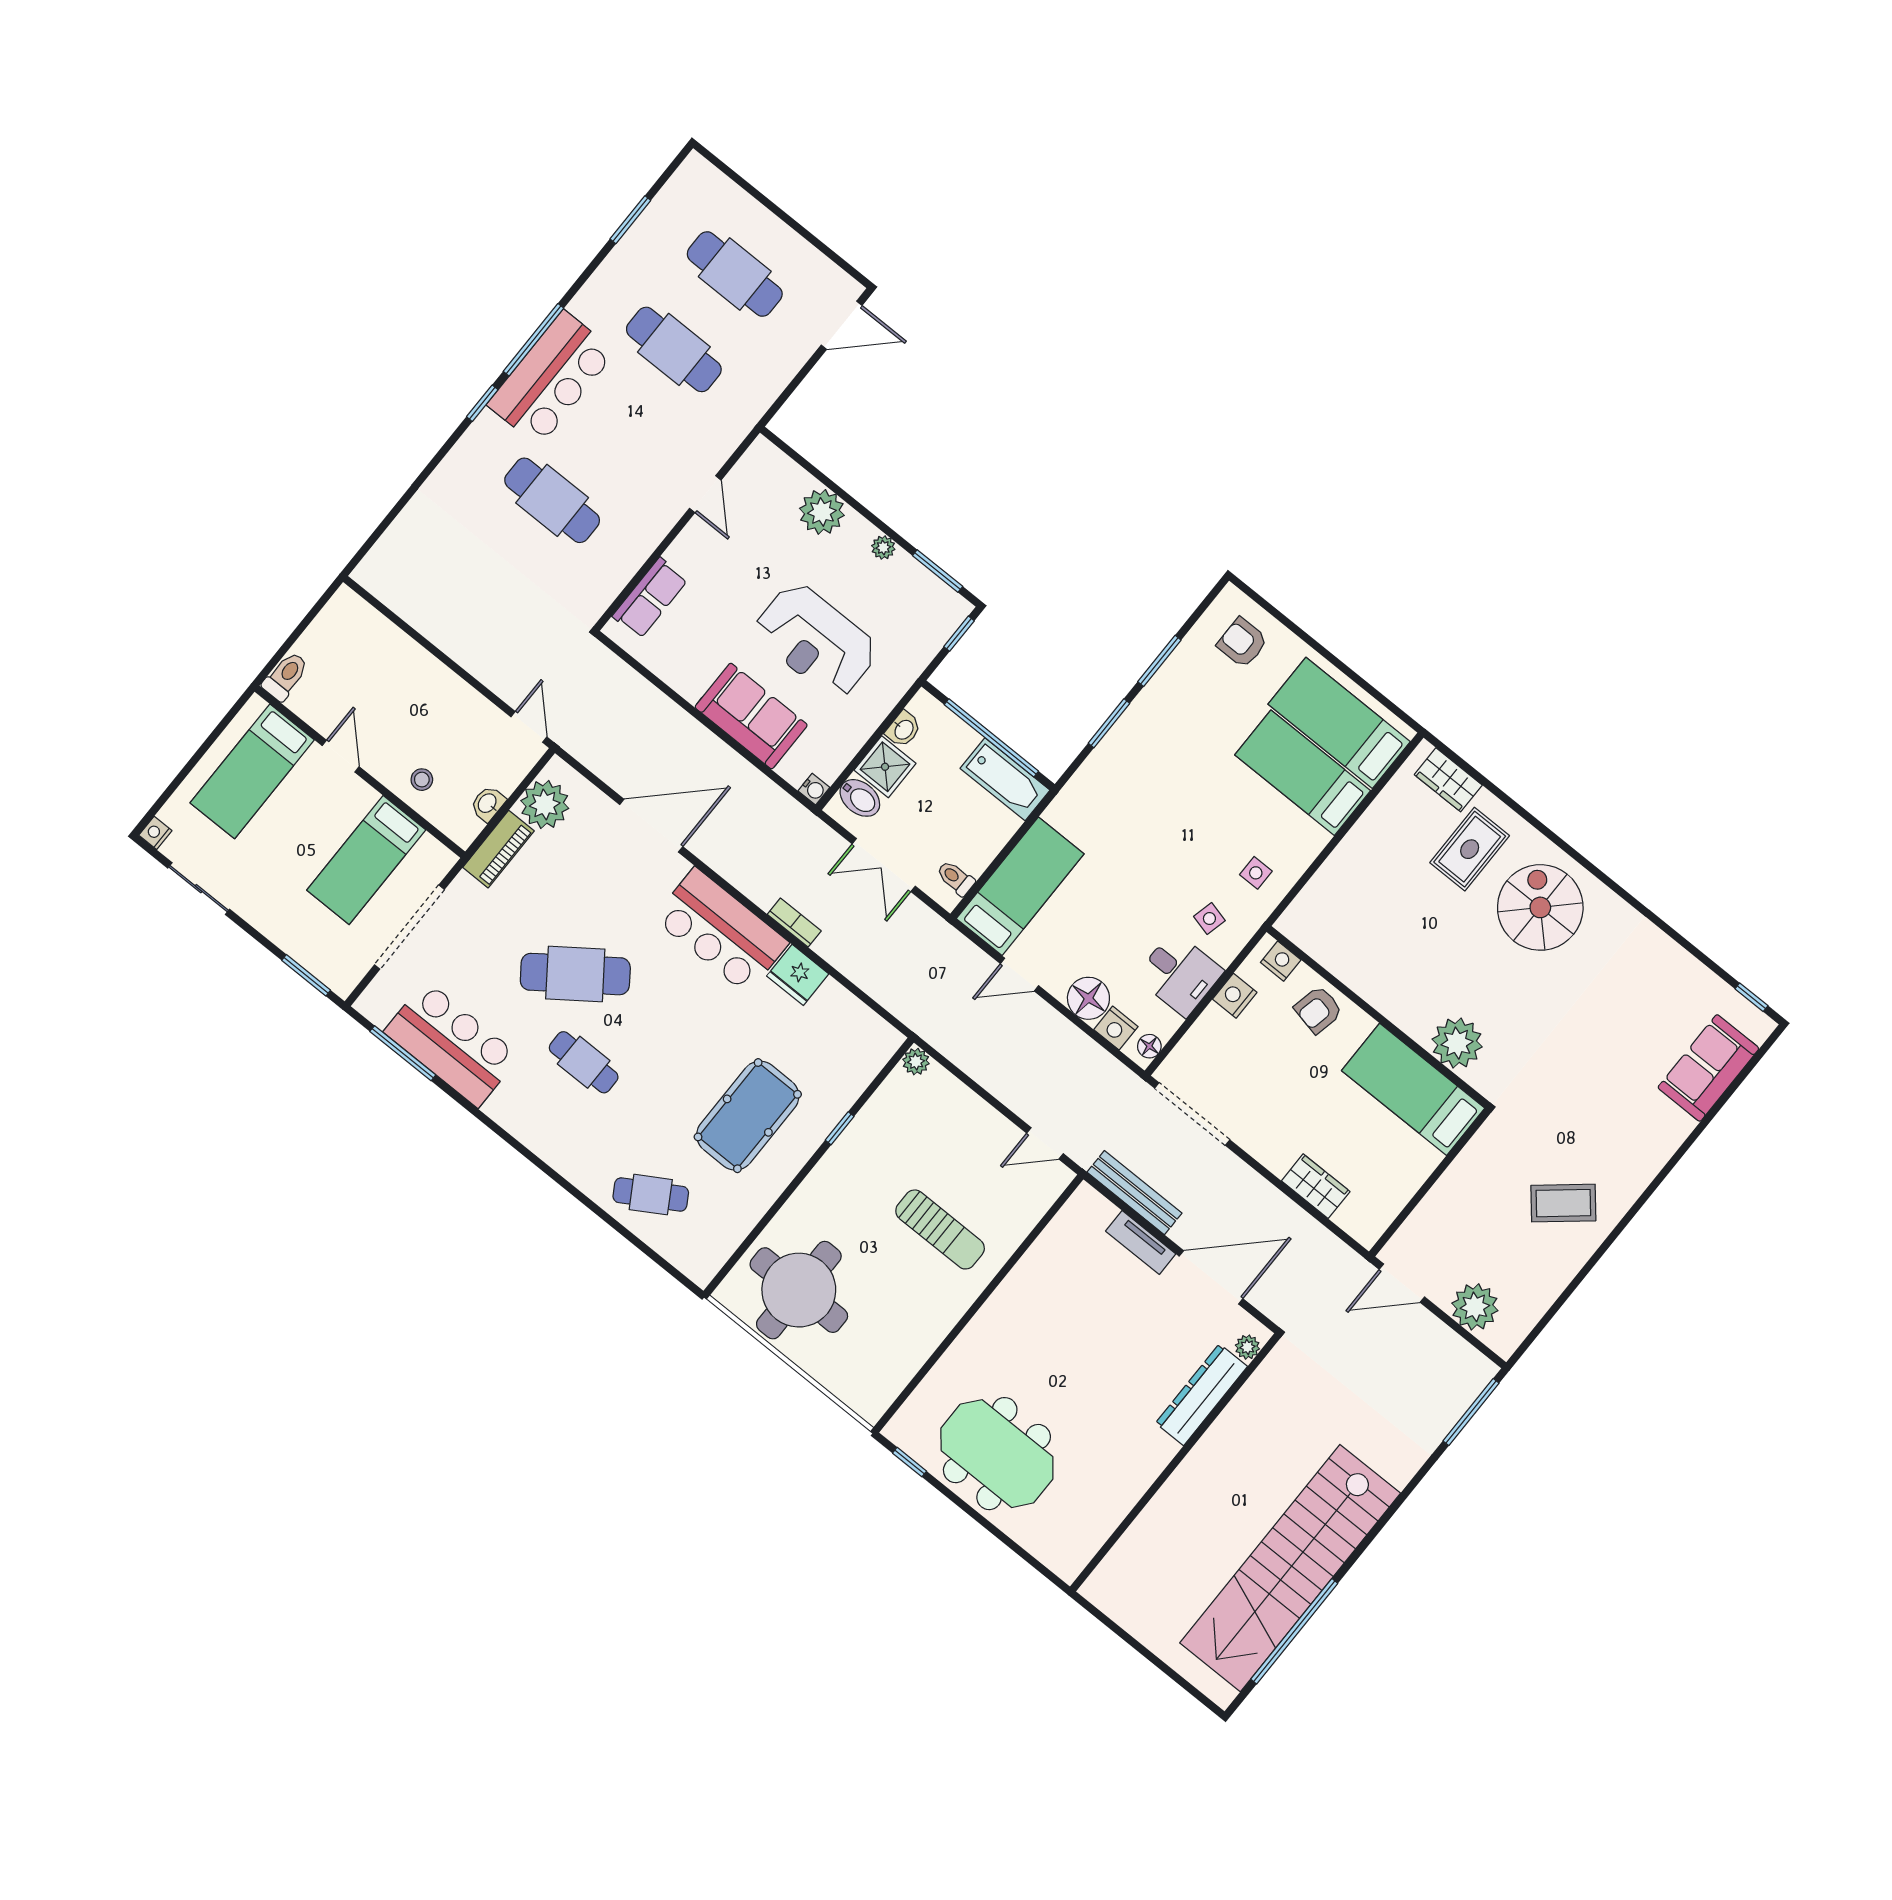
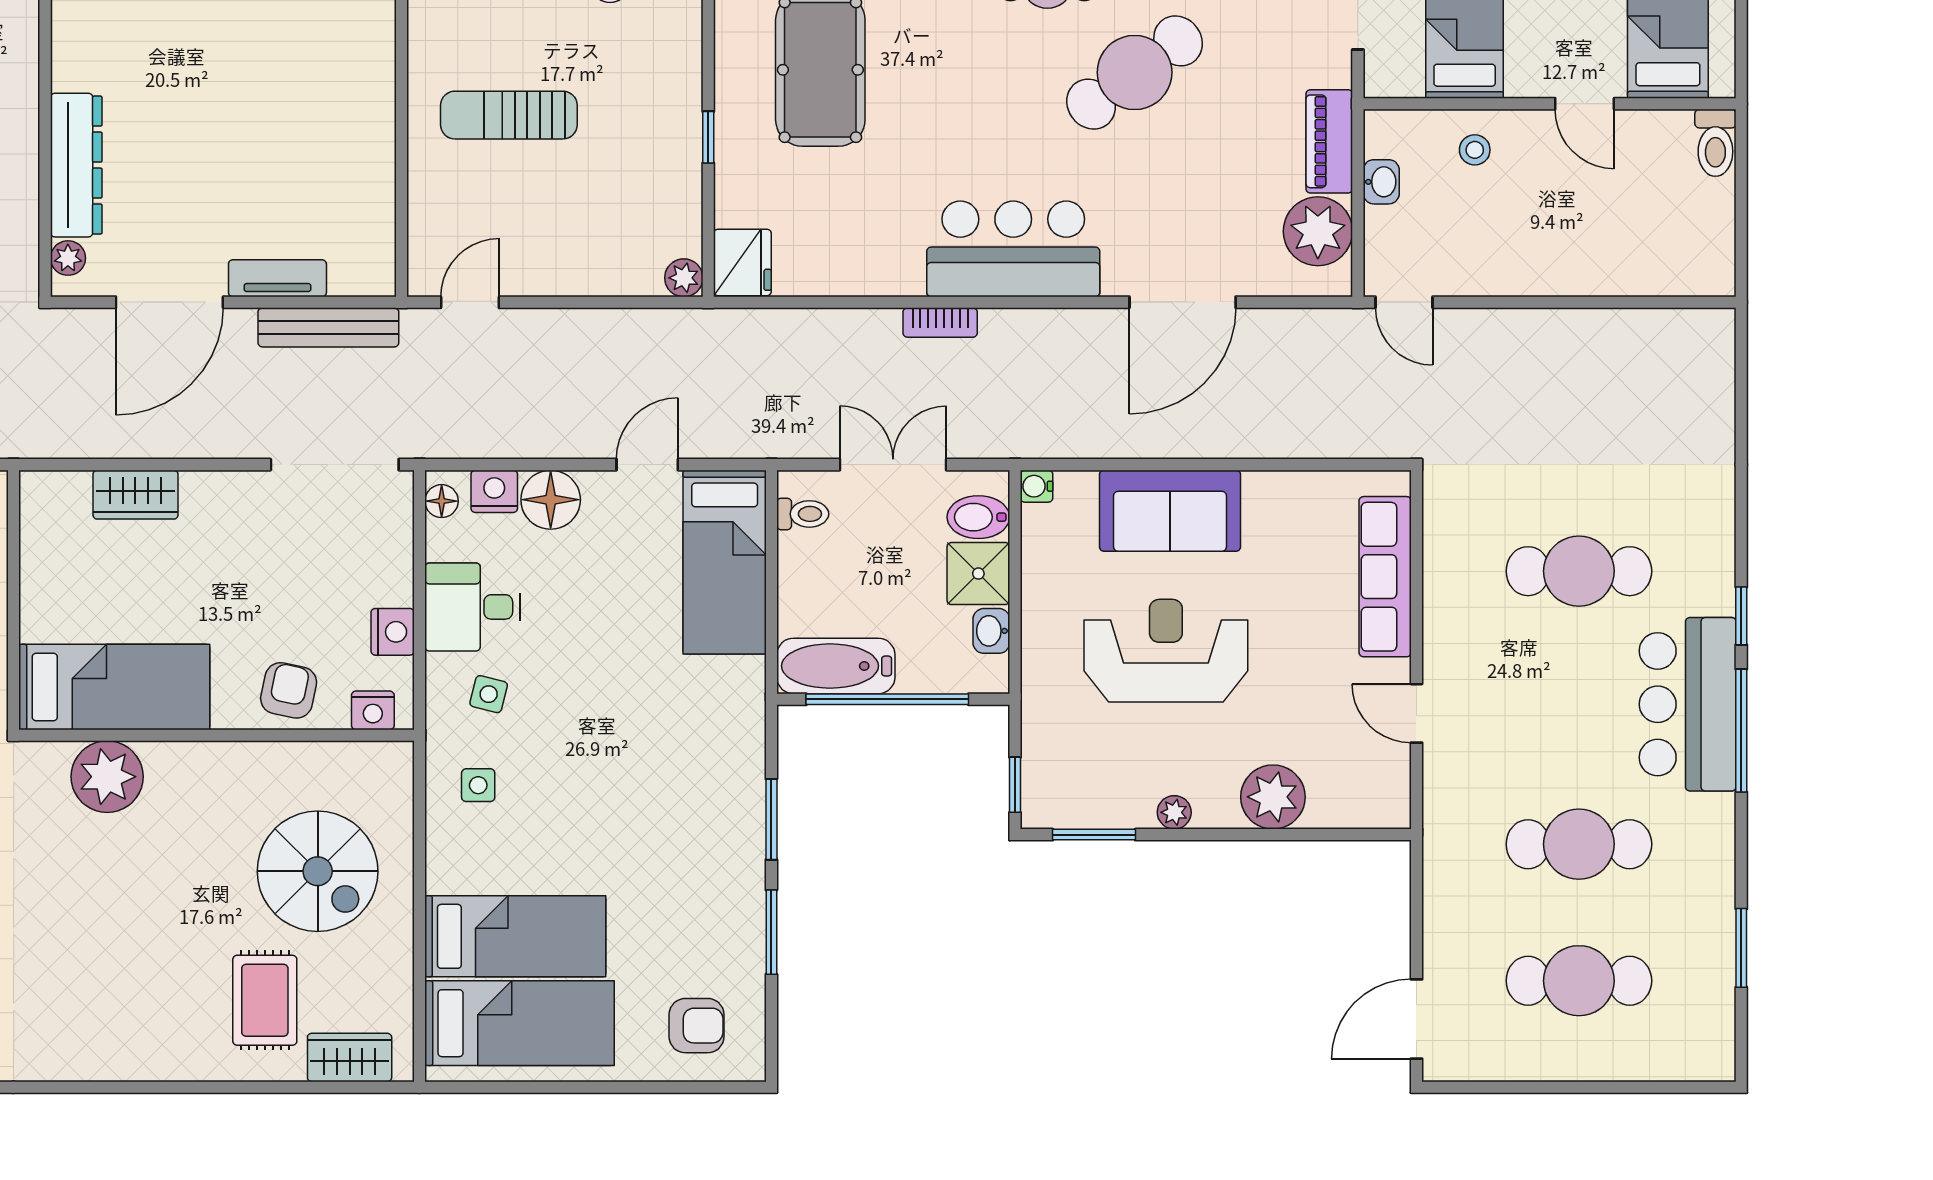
row of seats: (650, 598) -> (1385, 577), width x1.48
spiral stairs: (1540, 907) -> (318, 871), moved
fridge: (798, 975) -> (742, 262), moved, turned 90

